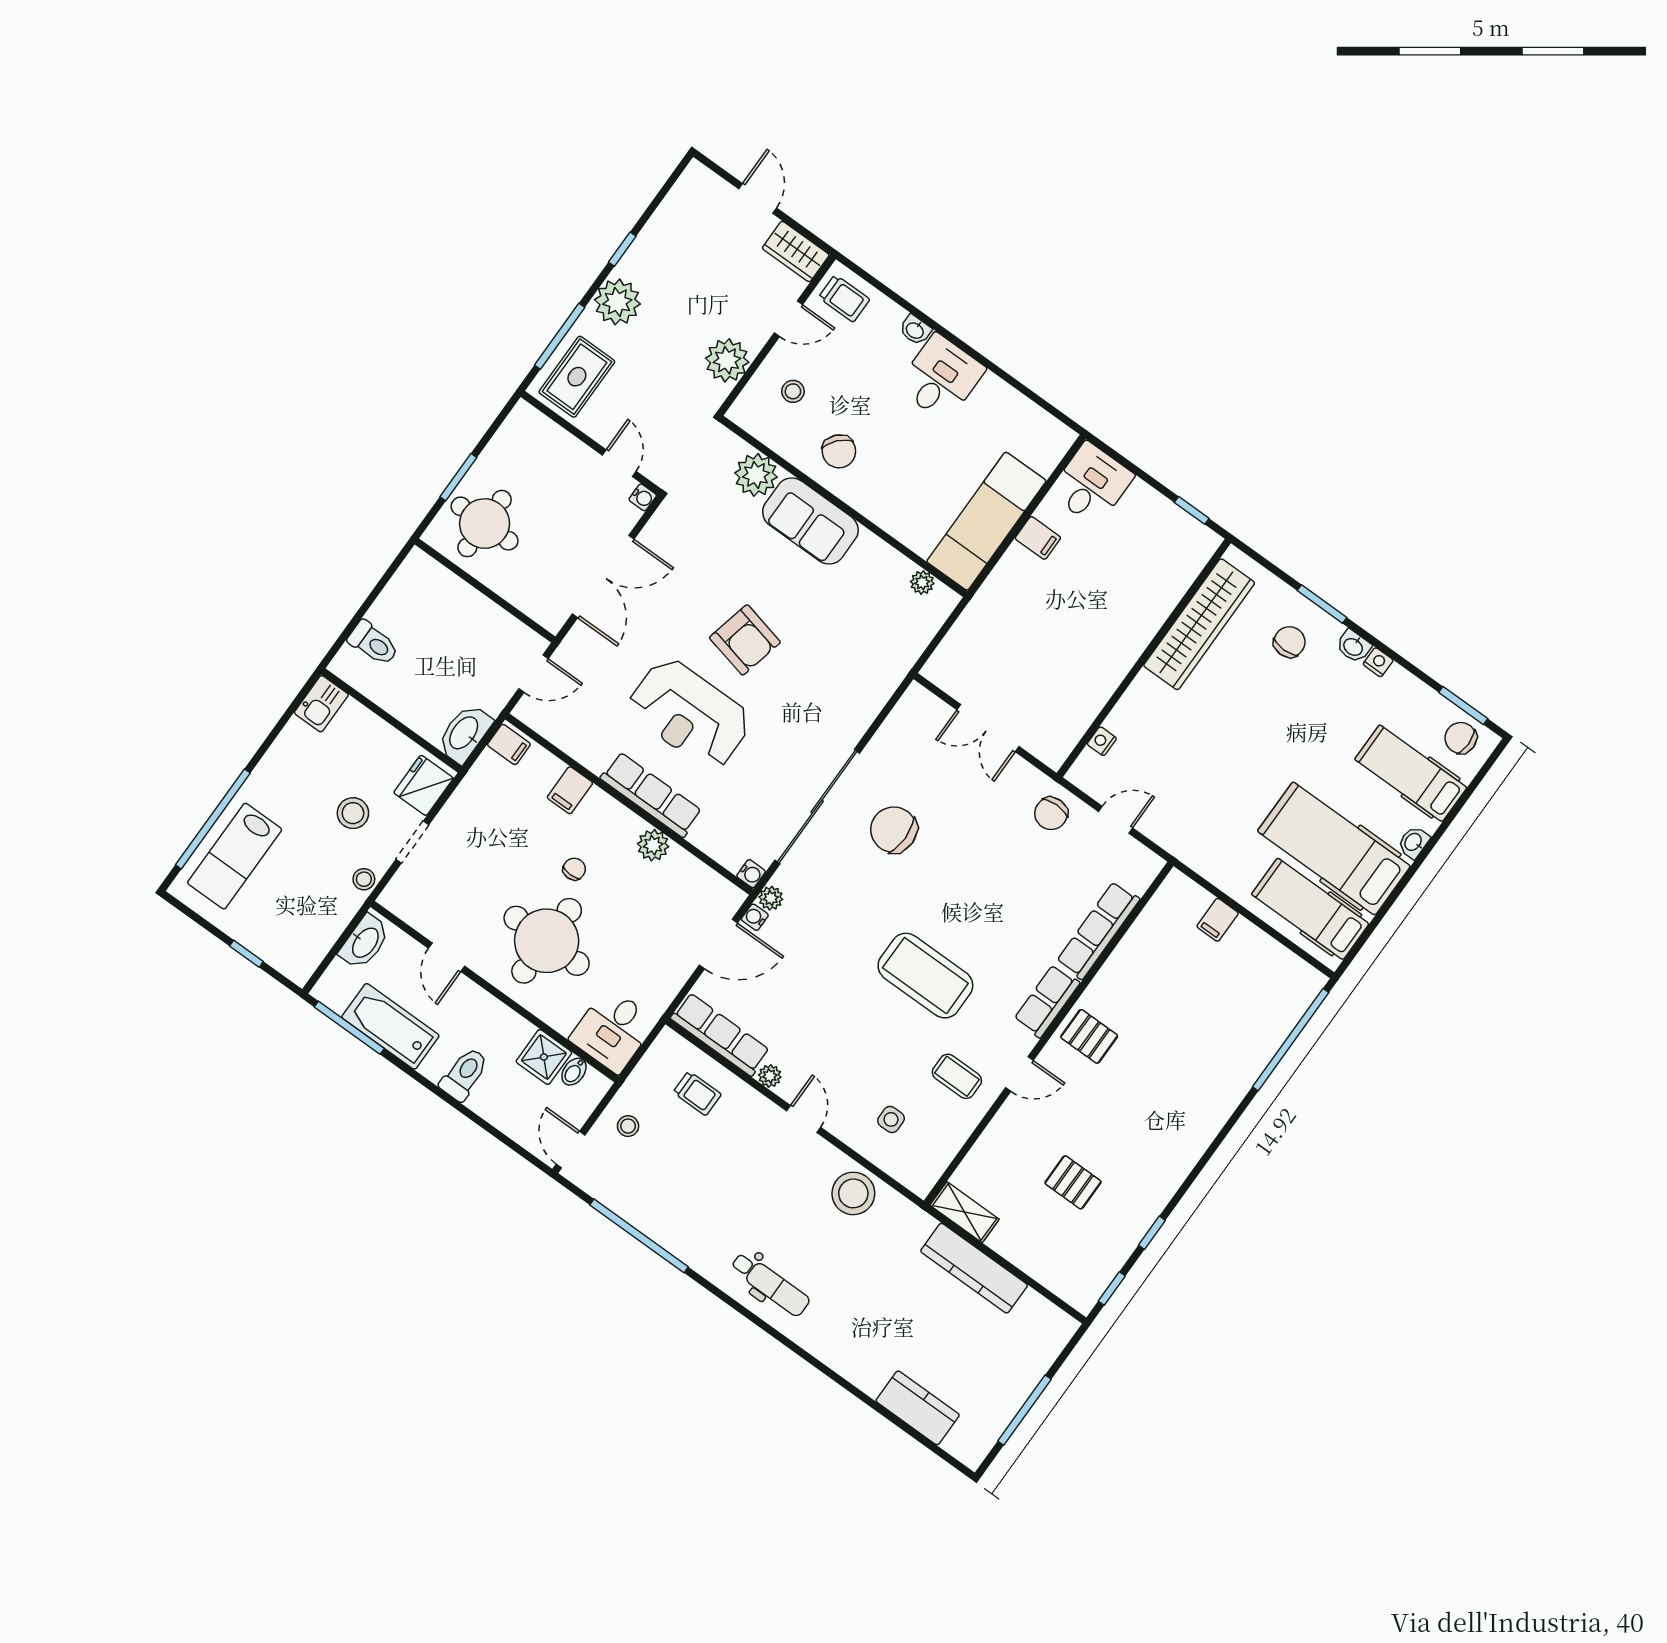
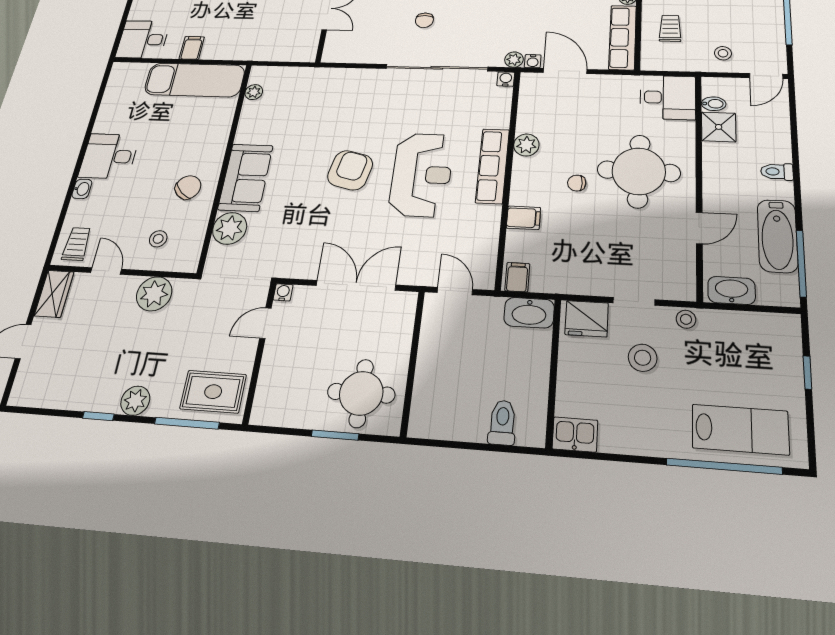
plant: (617, 302) -> (135, 401), width x0.73, depth x0.73
chair: (894, 830) -> (424, 20), width x0.54, depth x0.54
toilet: (464, 1074) -> (777, 172), width x0.73, depth x0.72

